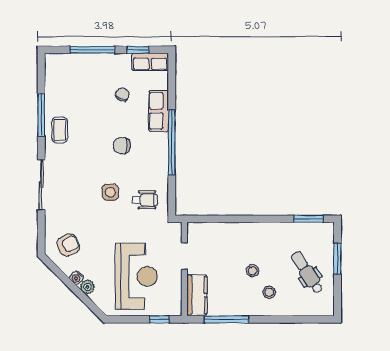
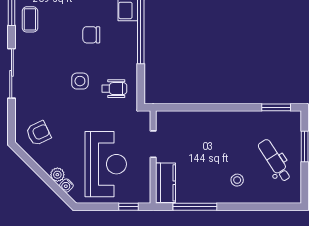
stool: (253, 271) -> (221, 159), removed
water cooler: (77, 278) -> (66, 186), moved

